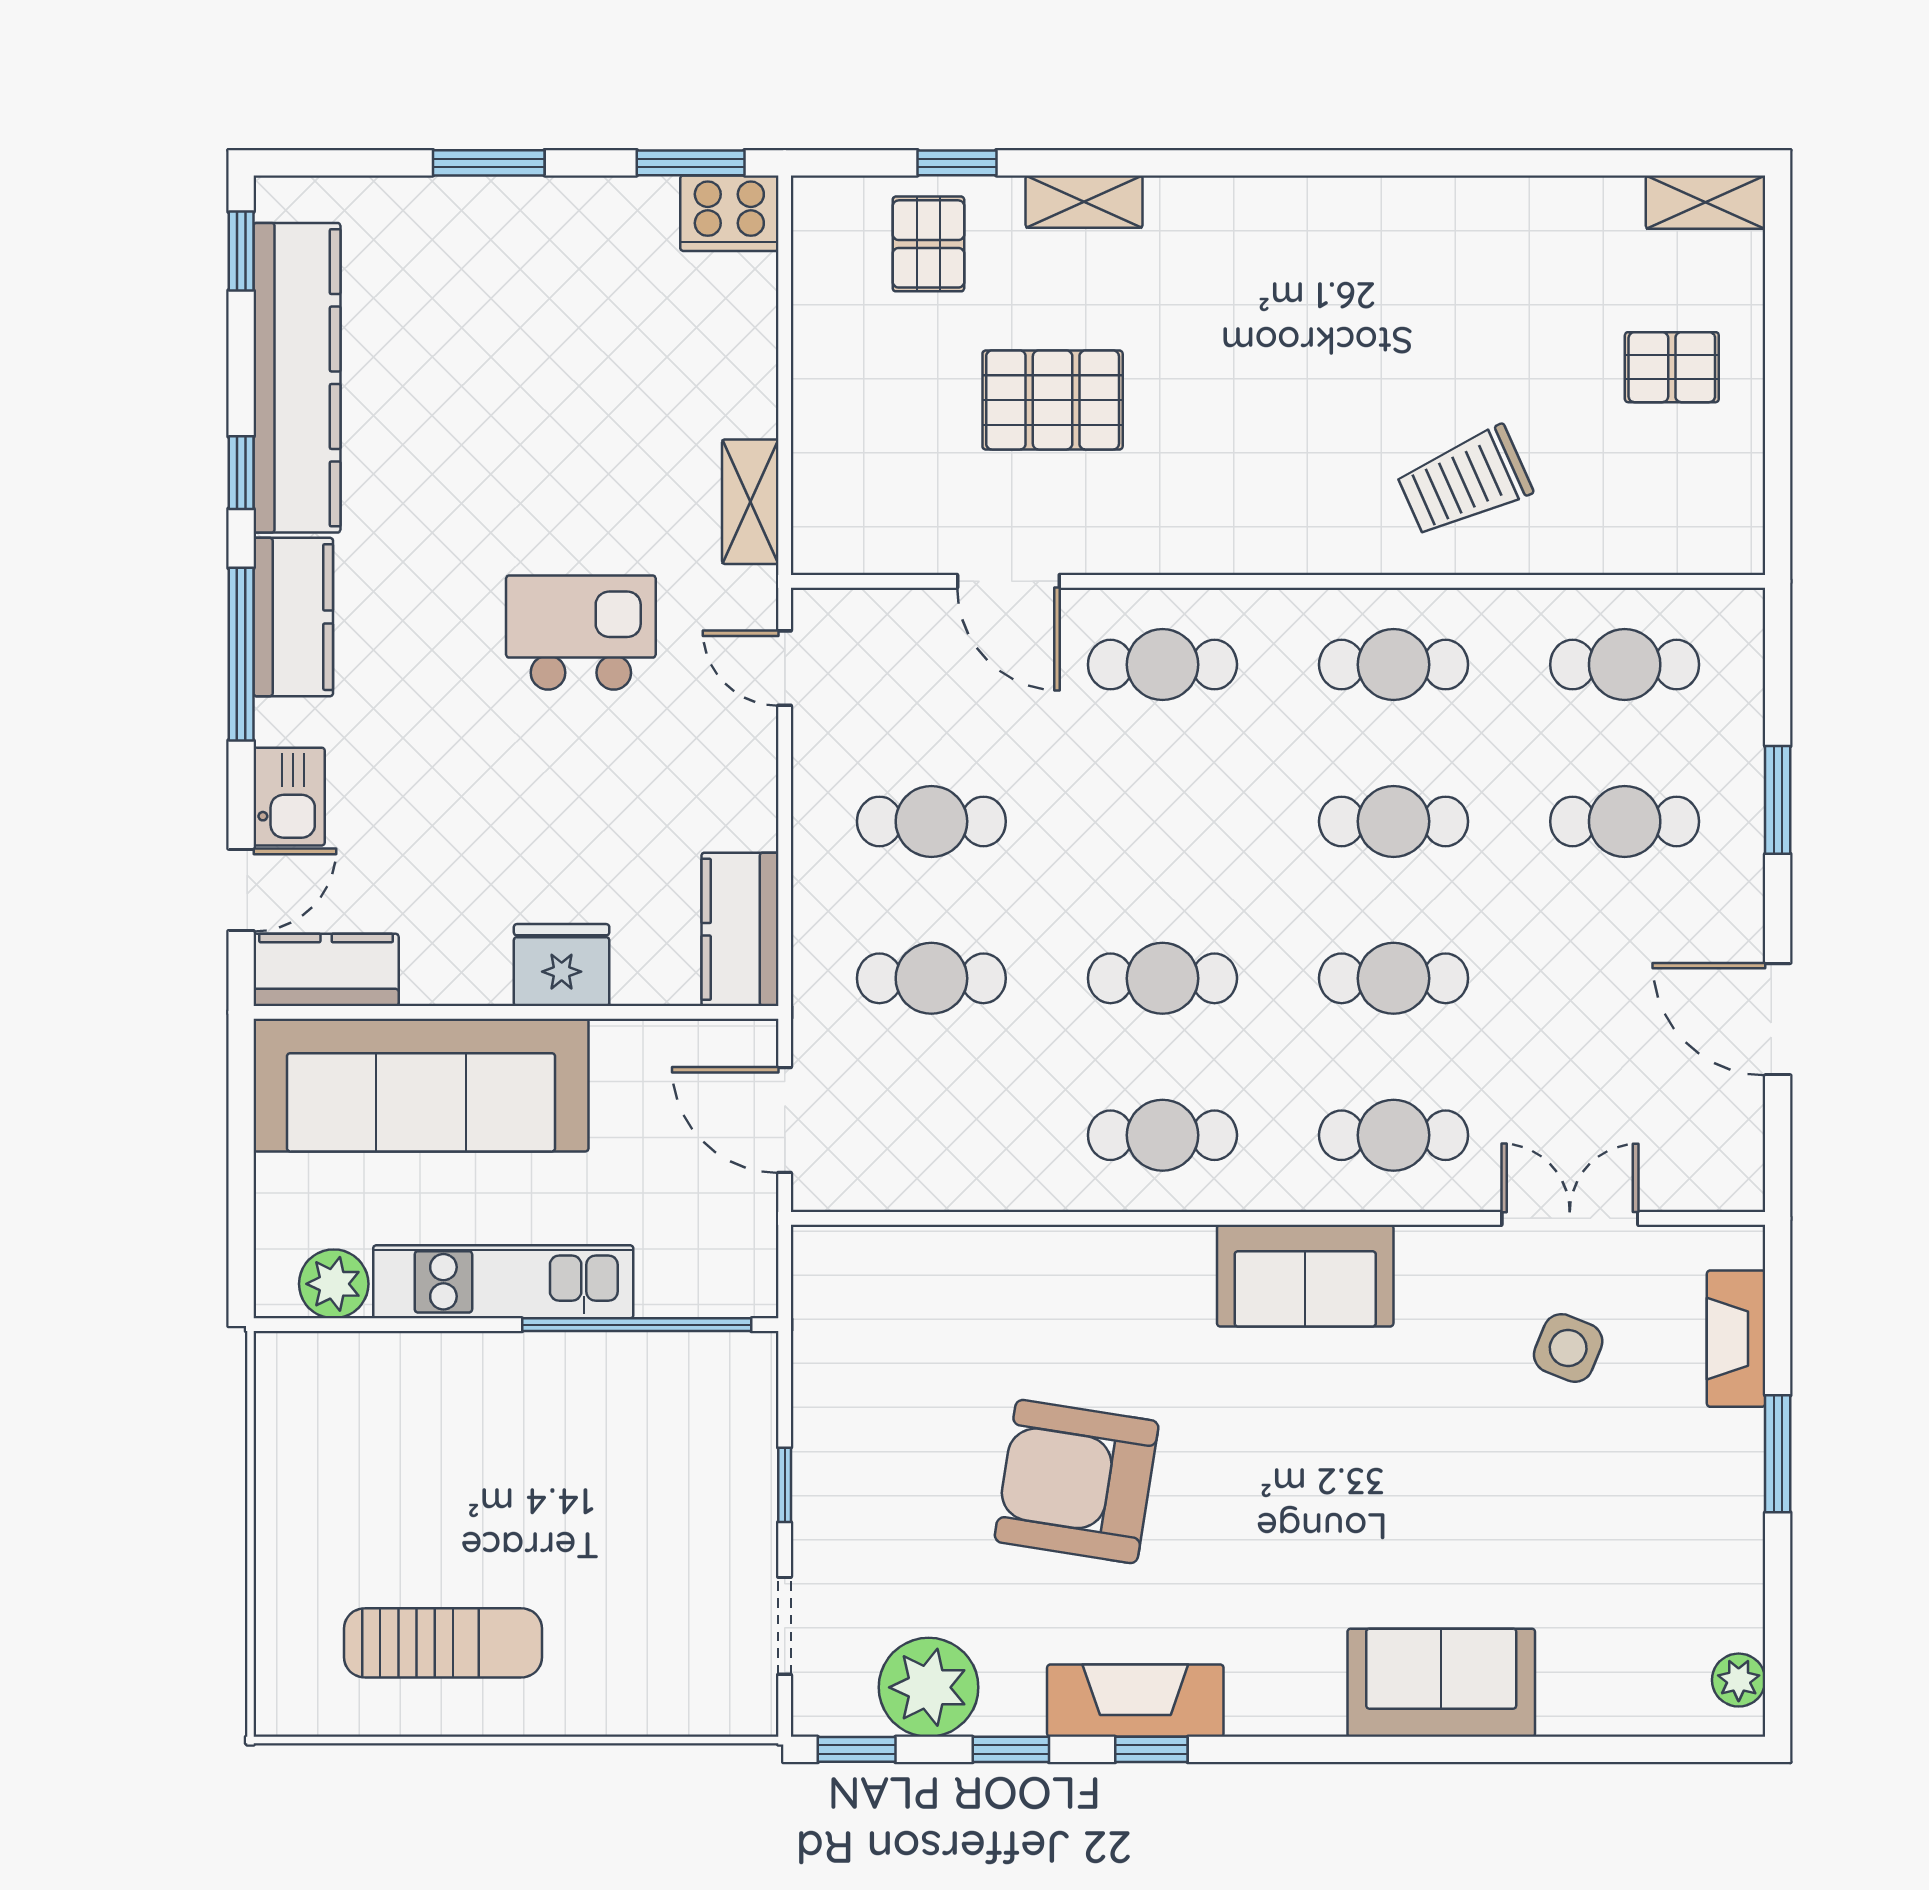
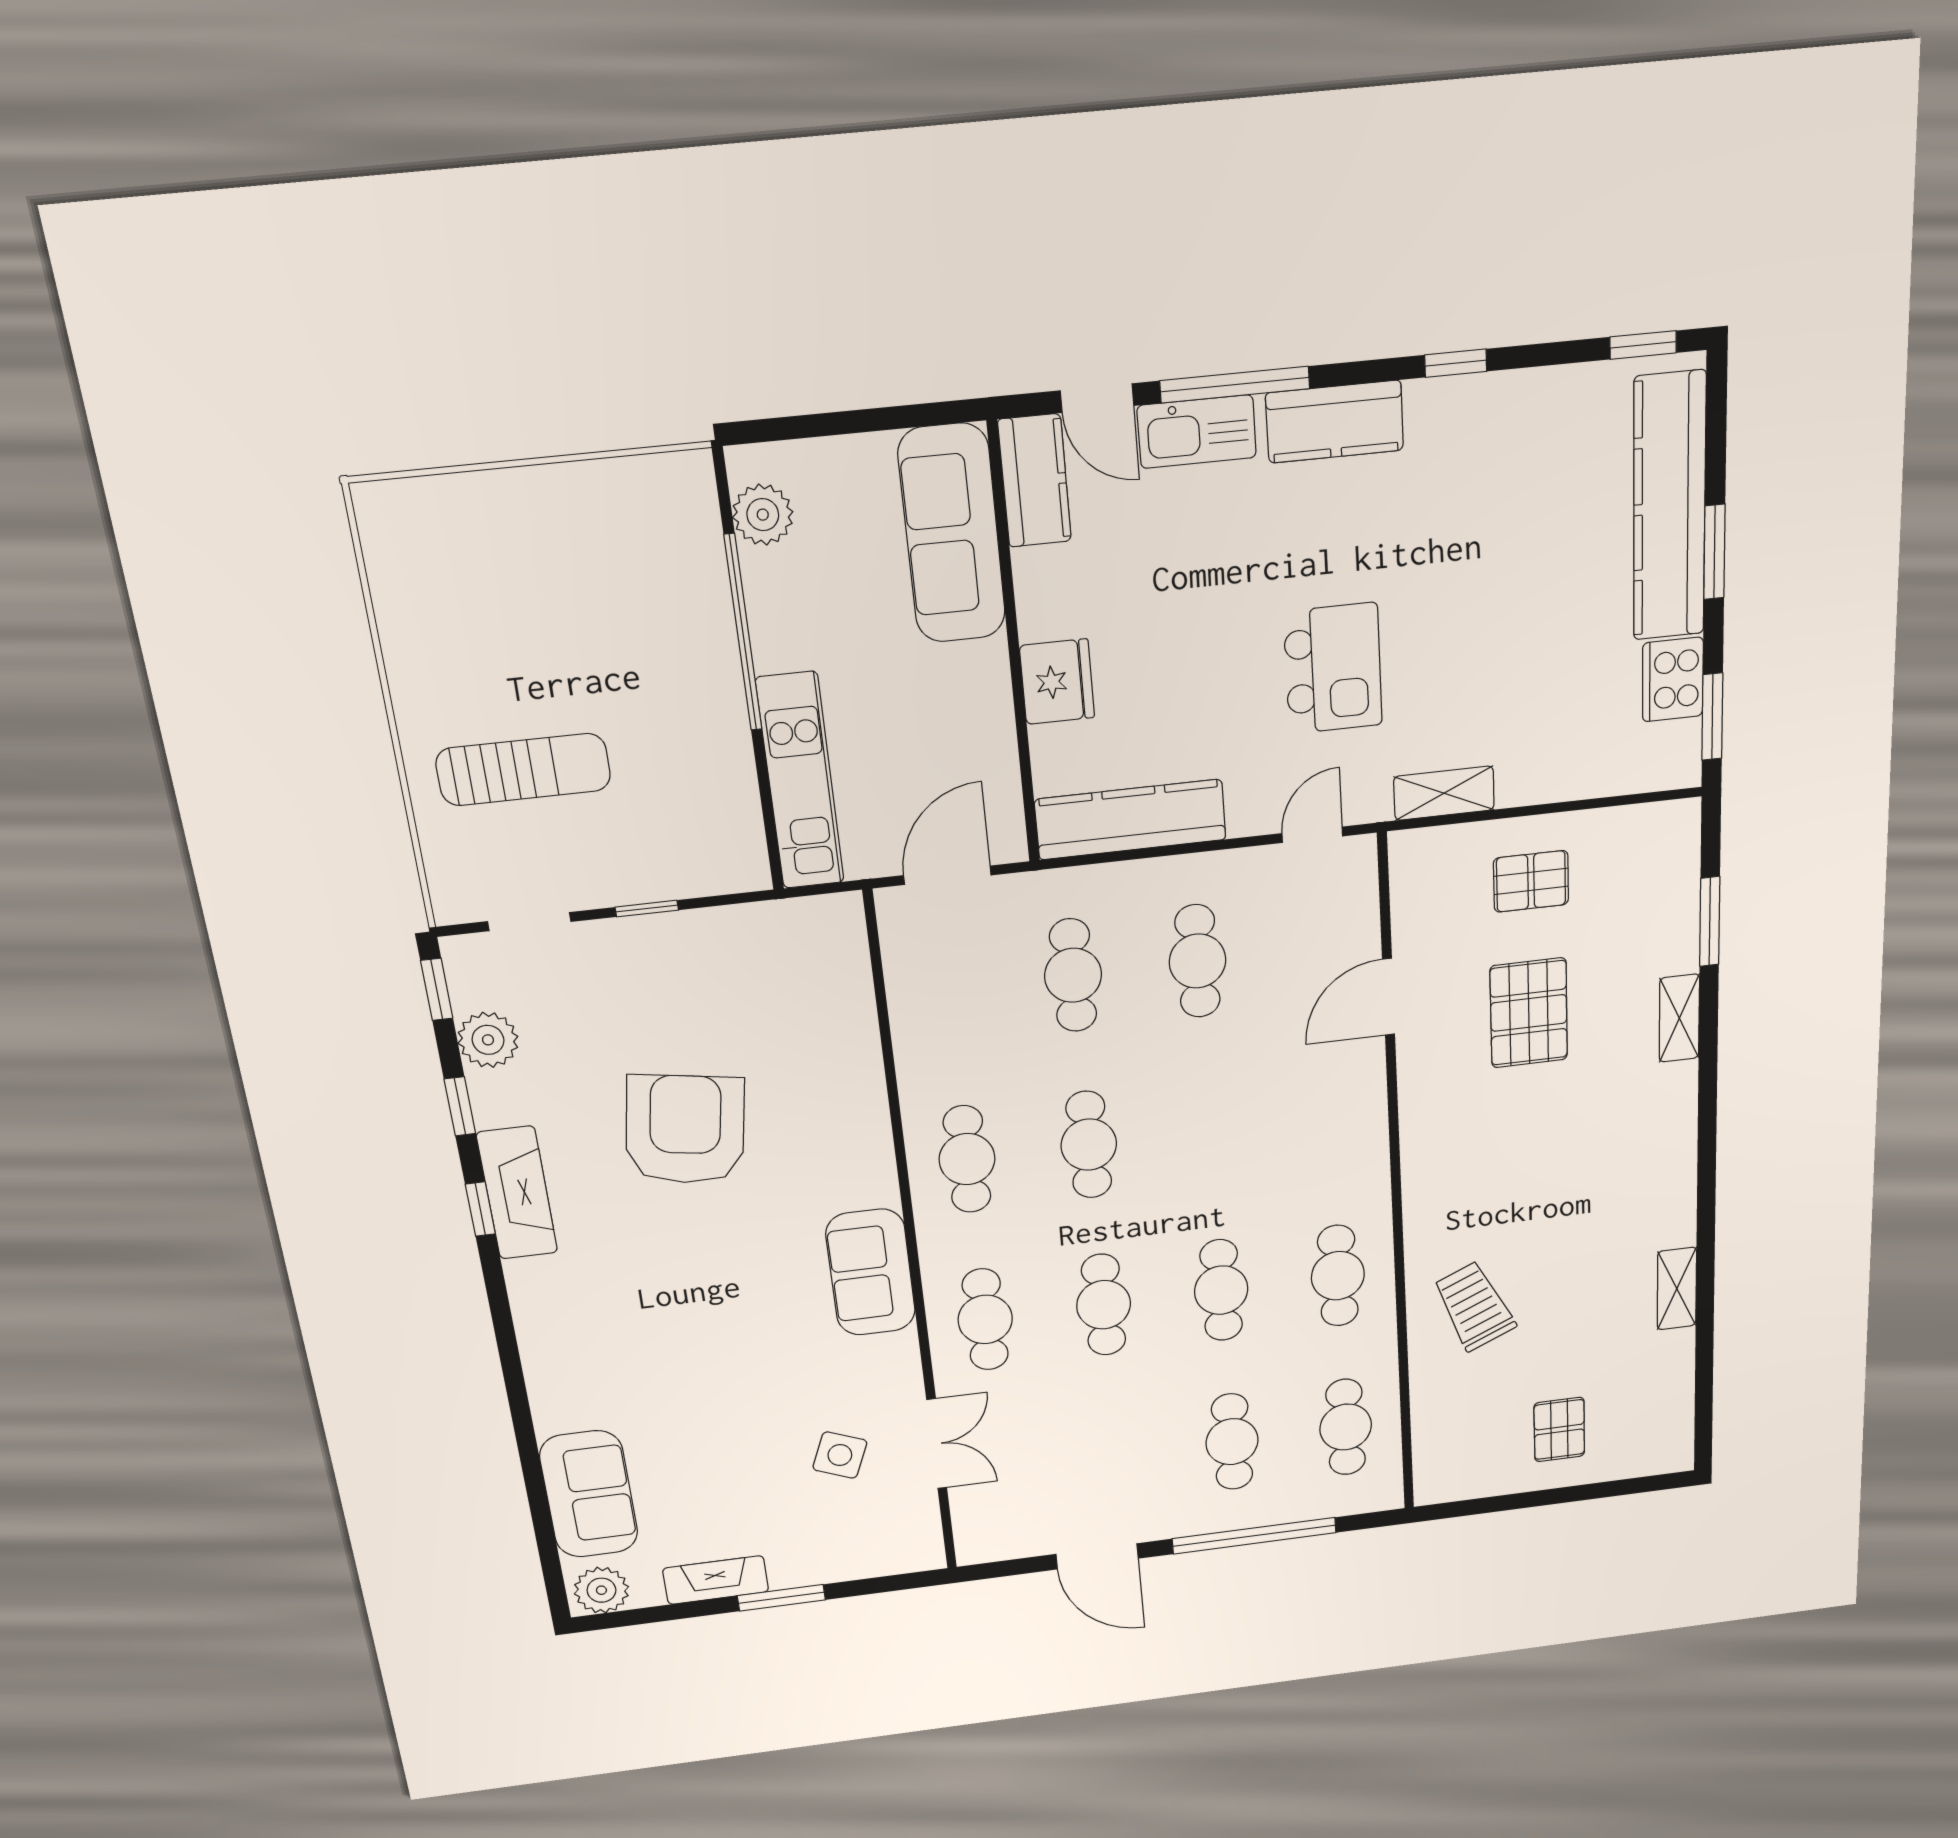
window: (957, 163) -> (1710, 922), width x1.50
shelving: (1706, 202) -> (1677, 1289), moved
cooker: (729, 213) -> (1673, 680), moved
pallet: (928, 244) -> (1531, 881), moved
kitchen counter: (297, 378) -> (1669, 507), moved, turned 90
window: (241, 654) -> (1235, 385), moved
cafe table: (1162, 665) -> (1330, 1116), removed
kitchen sink: (289, 797) -> (1197, 432), width x1.38
window: (1778, 800) -> (1254, 1536), width x2.11
kitchen counter: (740, 929) -> (1130, 819), width x1.50
door: (1778, 1019) -> (1097, 1556), swing flipped
sofa: (421, 1085) -> (952, 534), width x0.74, depth x0.79
kitchen unit: (503, 1282) -> (800, 781), moved
window: (637, 1325) -> (743, 633), moved
fireplace: (1736, 1339) -> (716, 1580), moved
sun lounger: (443, 1643) -> (523, 770), moved, turned -90
plant: (1739, 1680) -> (601, 1590), width x1.38, depth x1.38
sofa: (1441, 1683) -> (589, 1494), moved
plant: (929, 1687) -> (488, 1040), width x0.73, depth x0.73

